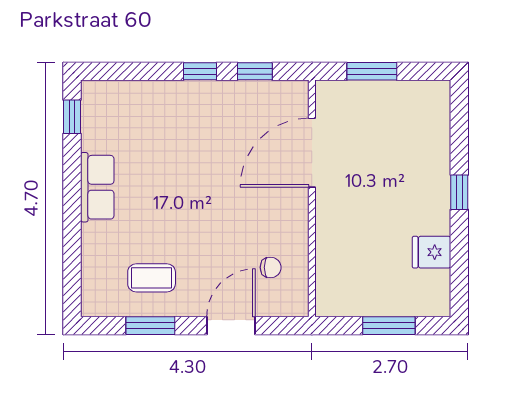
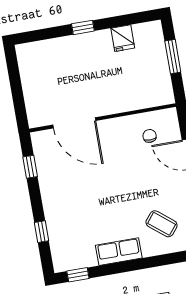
window: (200, 71) -> (41, 232), moved
window: (372, 71) -> (18, 94), removed
coffee table: (152, 278) -> (162, 224), moved, turned -51

